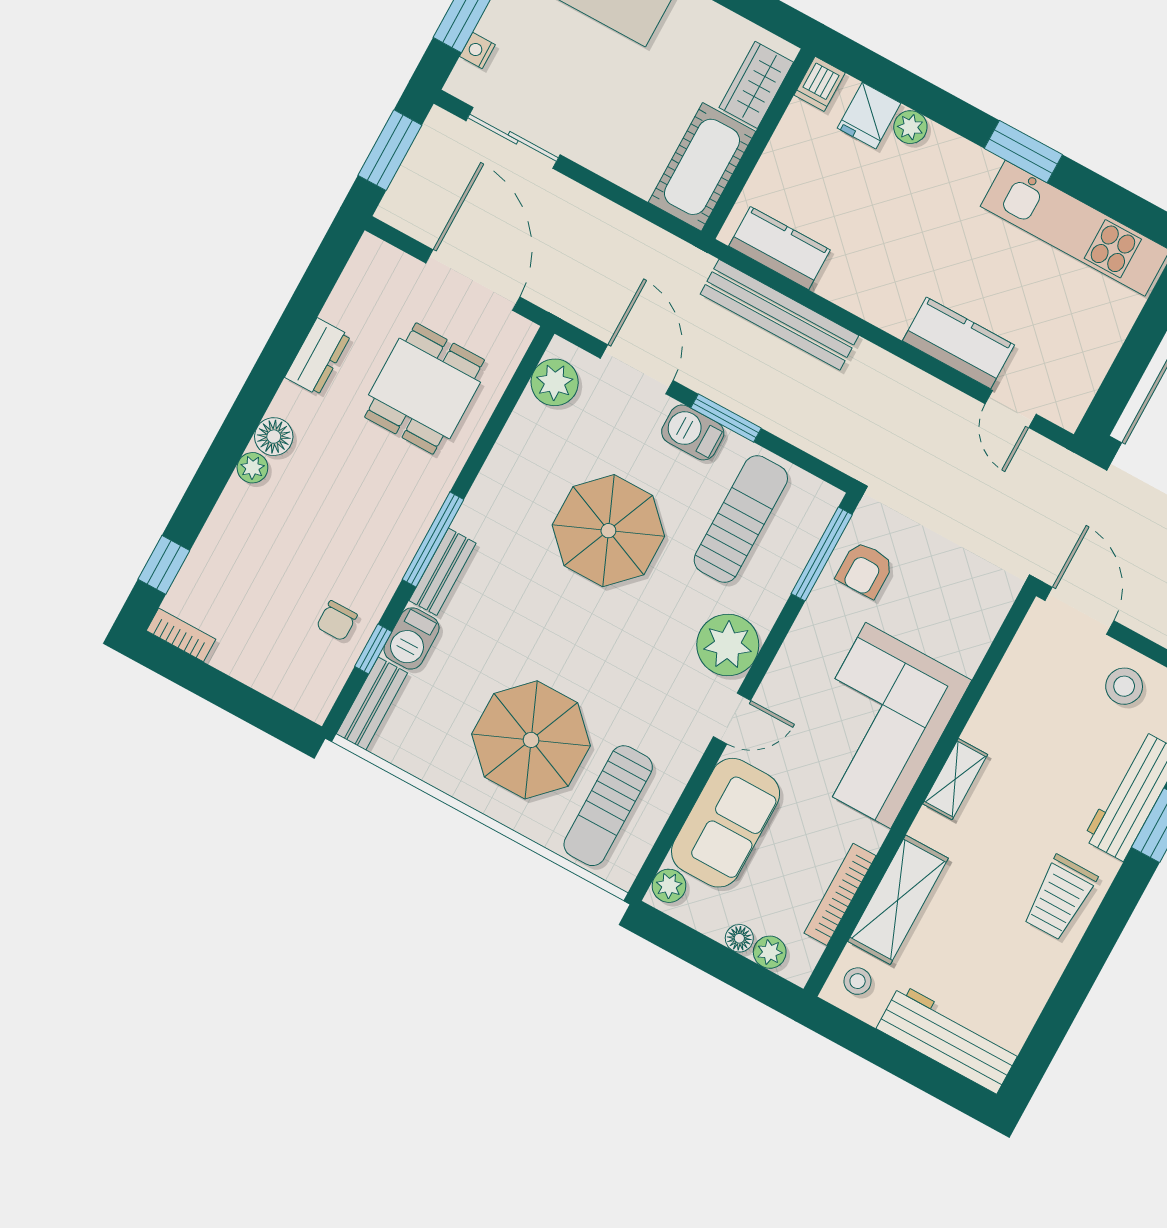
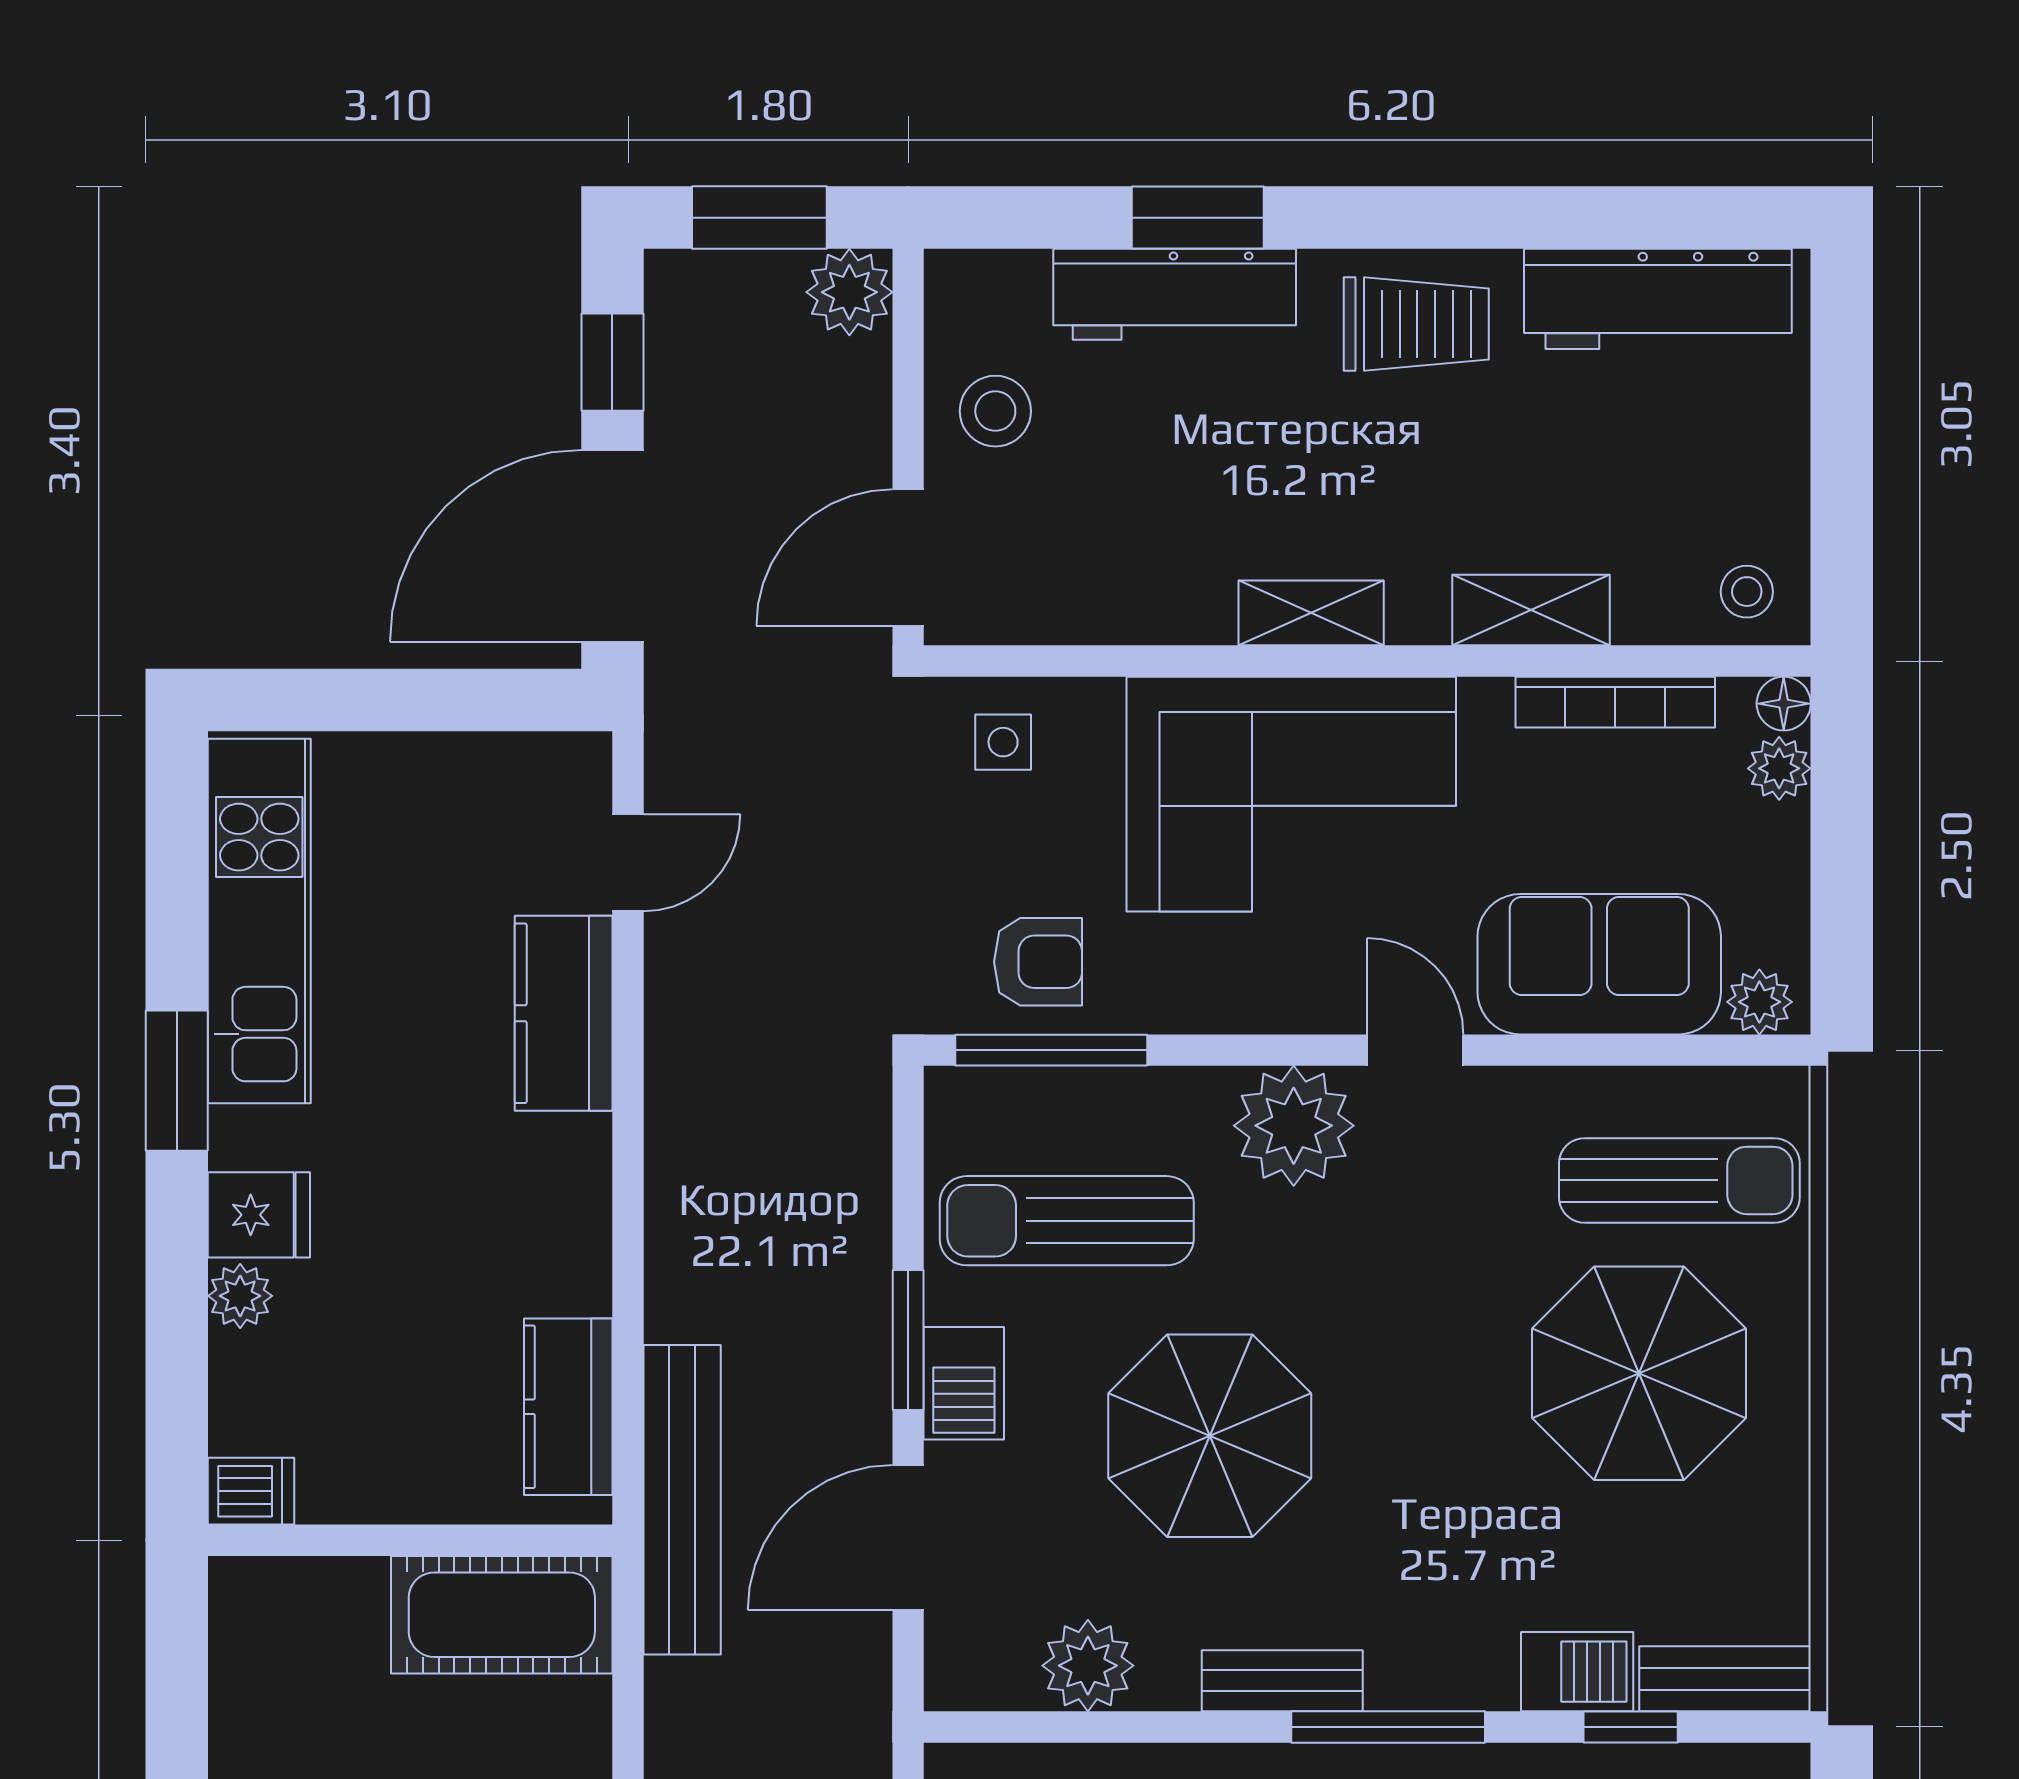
wardrobe: (756, 85) -> (311, 1598), removed
fridge: (869, 116) -> (259, 1215), moved
bench: (779, 315) -> (682, 1500), moved
plant: (555, 382) -> (1088, 1666), moved
bench: (442, 572) -> (1282, 1681), moved
side table: (973, 608) -> (1003, 742), added
shelving: (898, 900) -> (1531, 610), width x0.67, depth x0.75
floor lamp: (739, 938) -> (1784, 704), moved
workbench: (949, 1039) -> (1658, 299), moved, turned -90

